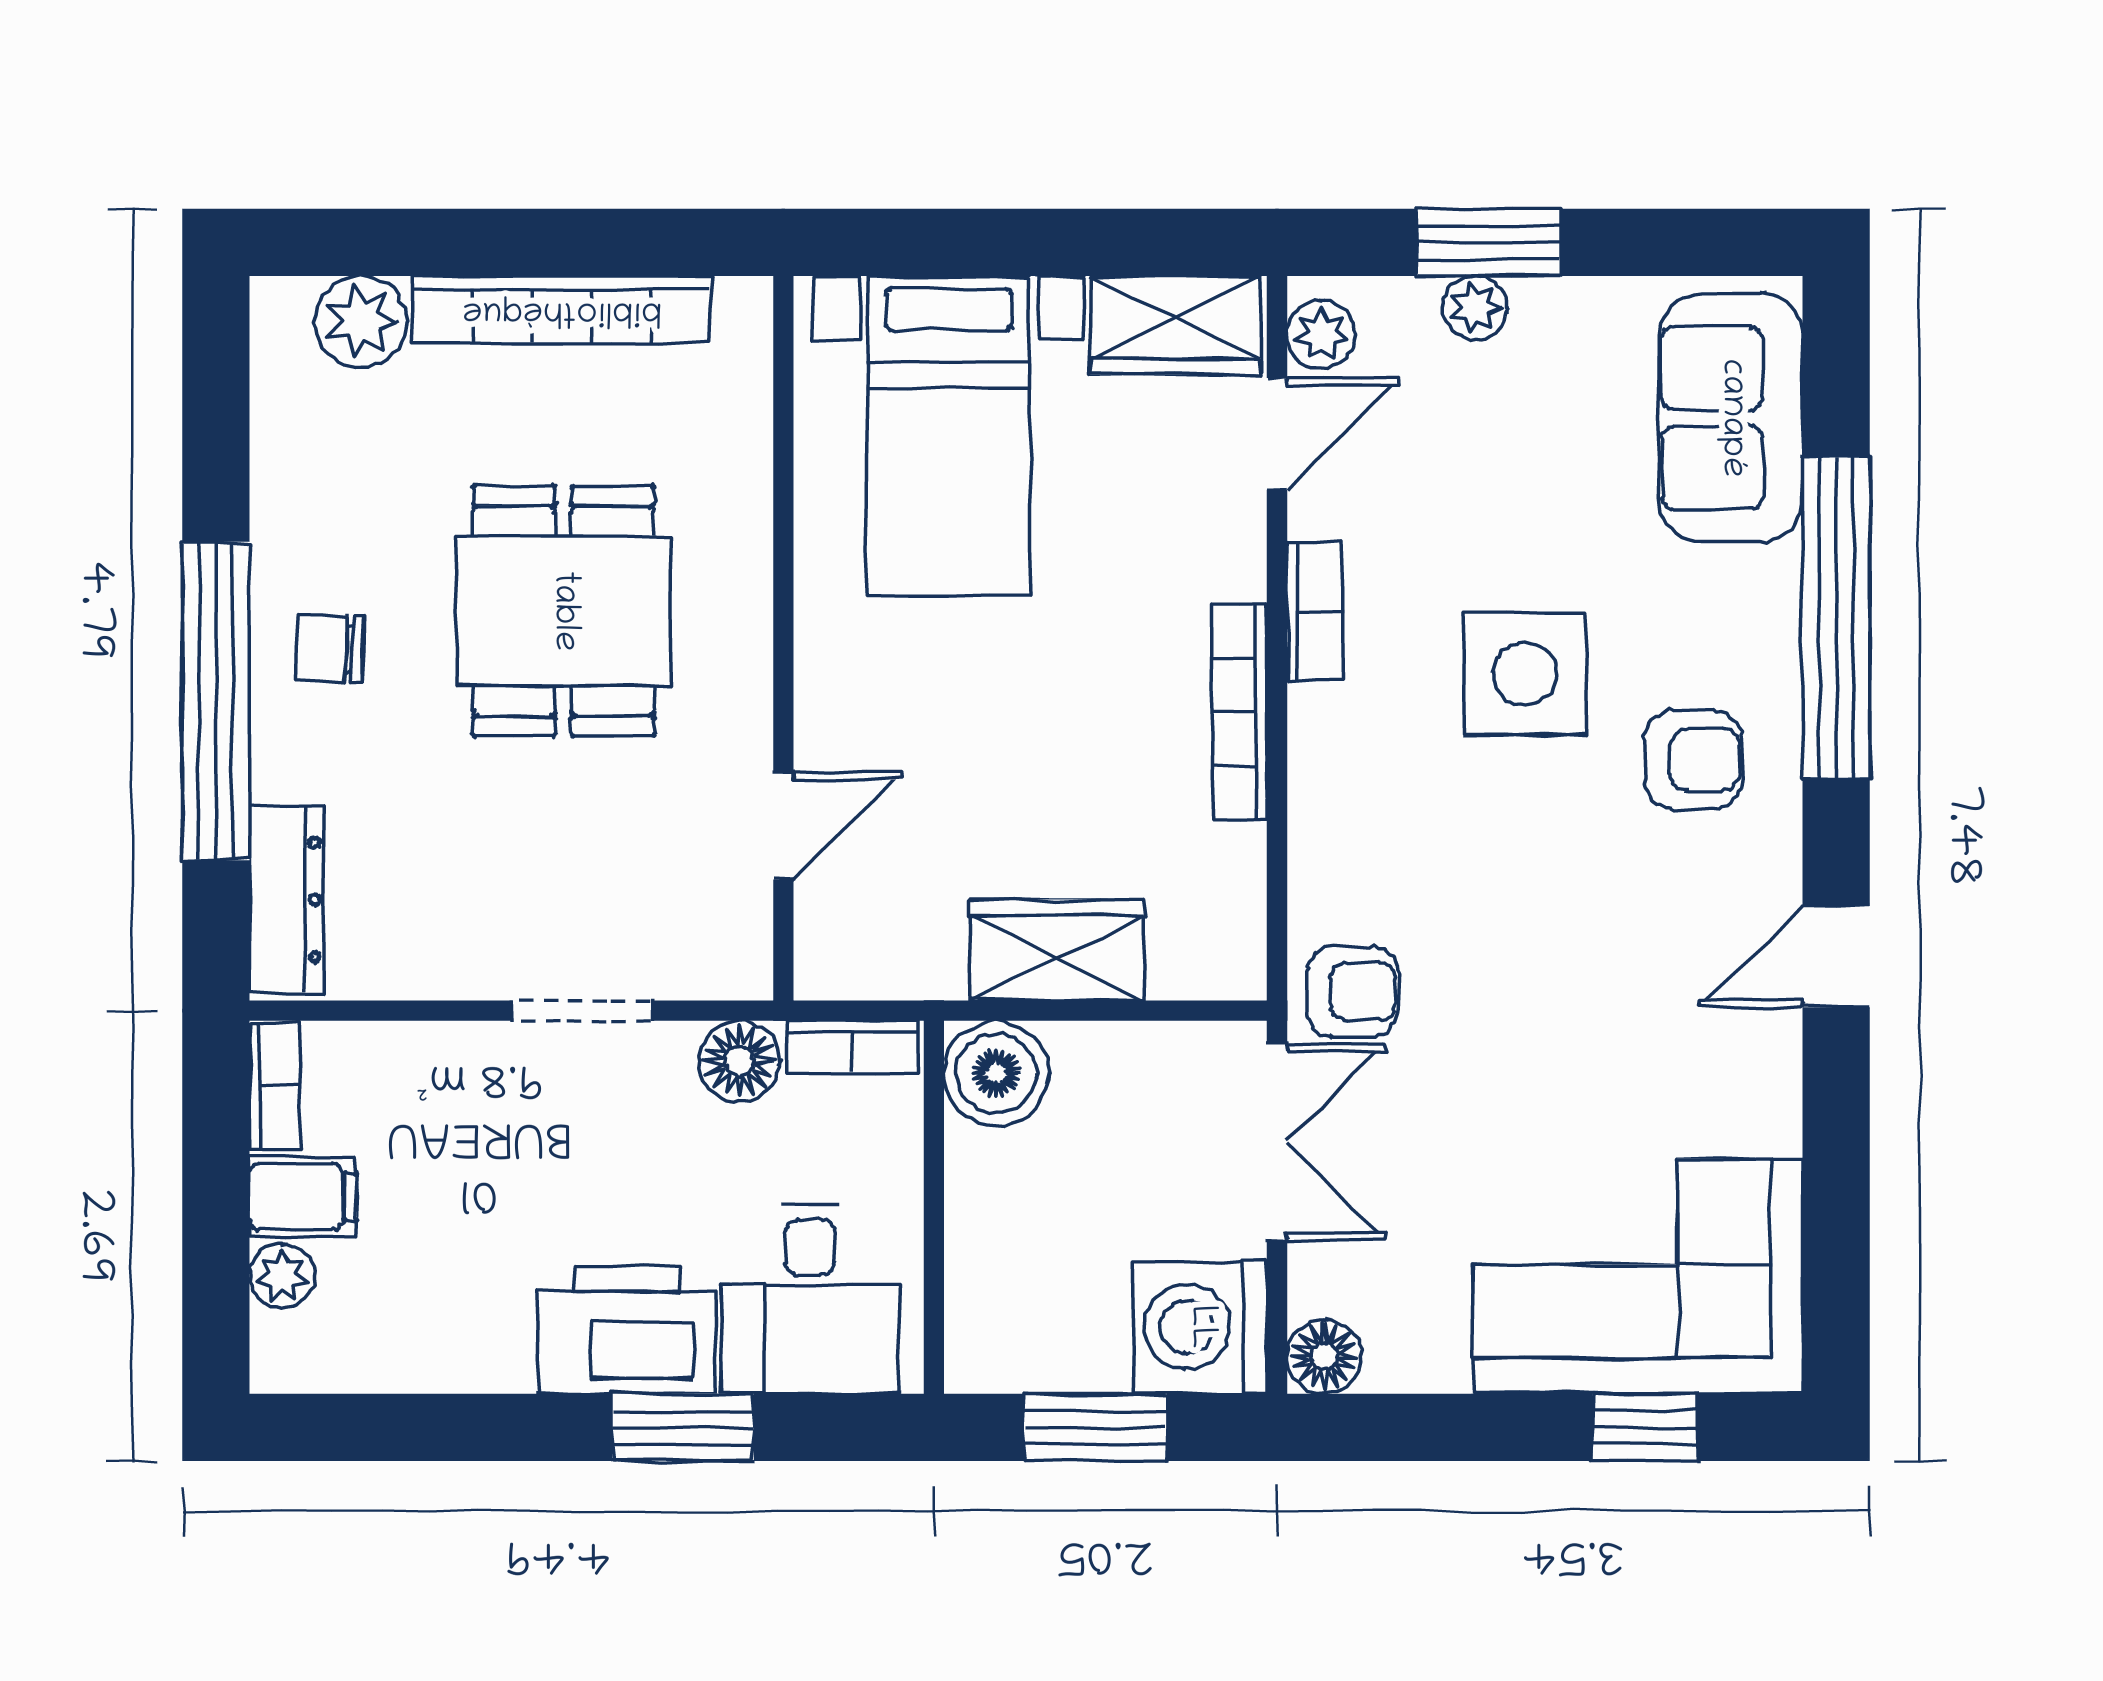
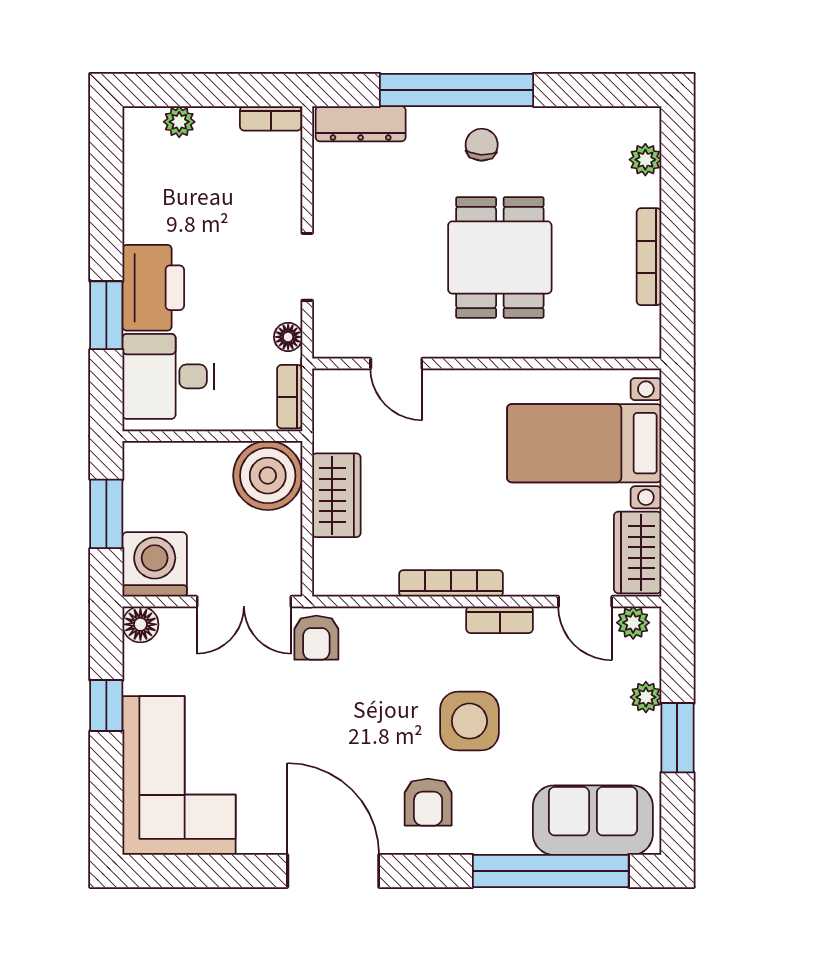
window: (1488, 242) -> (677, 738), moved
bookcase: (562, 310) -> (649, 257), width x0.68, depth x0.76
plant: (361, 322) -> (645, 160), width x0.73, depth x0.73
dining table: (563, 611) -> (500, 257), turned 90
window: (1836, 618) -> (551, 871), moved
door: (1836, 957) -> (333, 871), width x1.87
floor lamp: (739, 1061) -> (288, 337), width x0.73, depth x0.73
boiler: (996, 1073) -> (268, 476), width x1.37, depth x1.37
filing cabinet: (303, 1197) -> (217, 132), removed
window: (1645, 1427) -> (106, 706), moved

